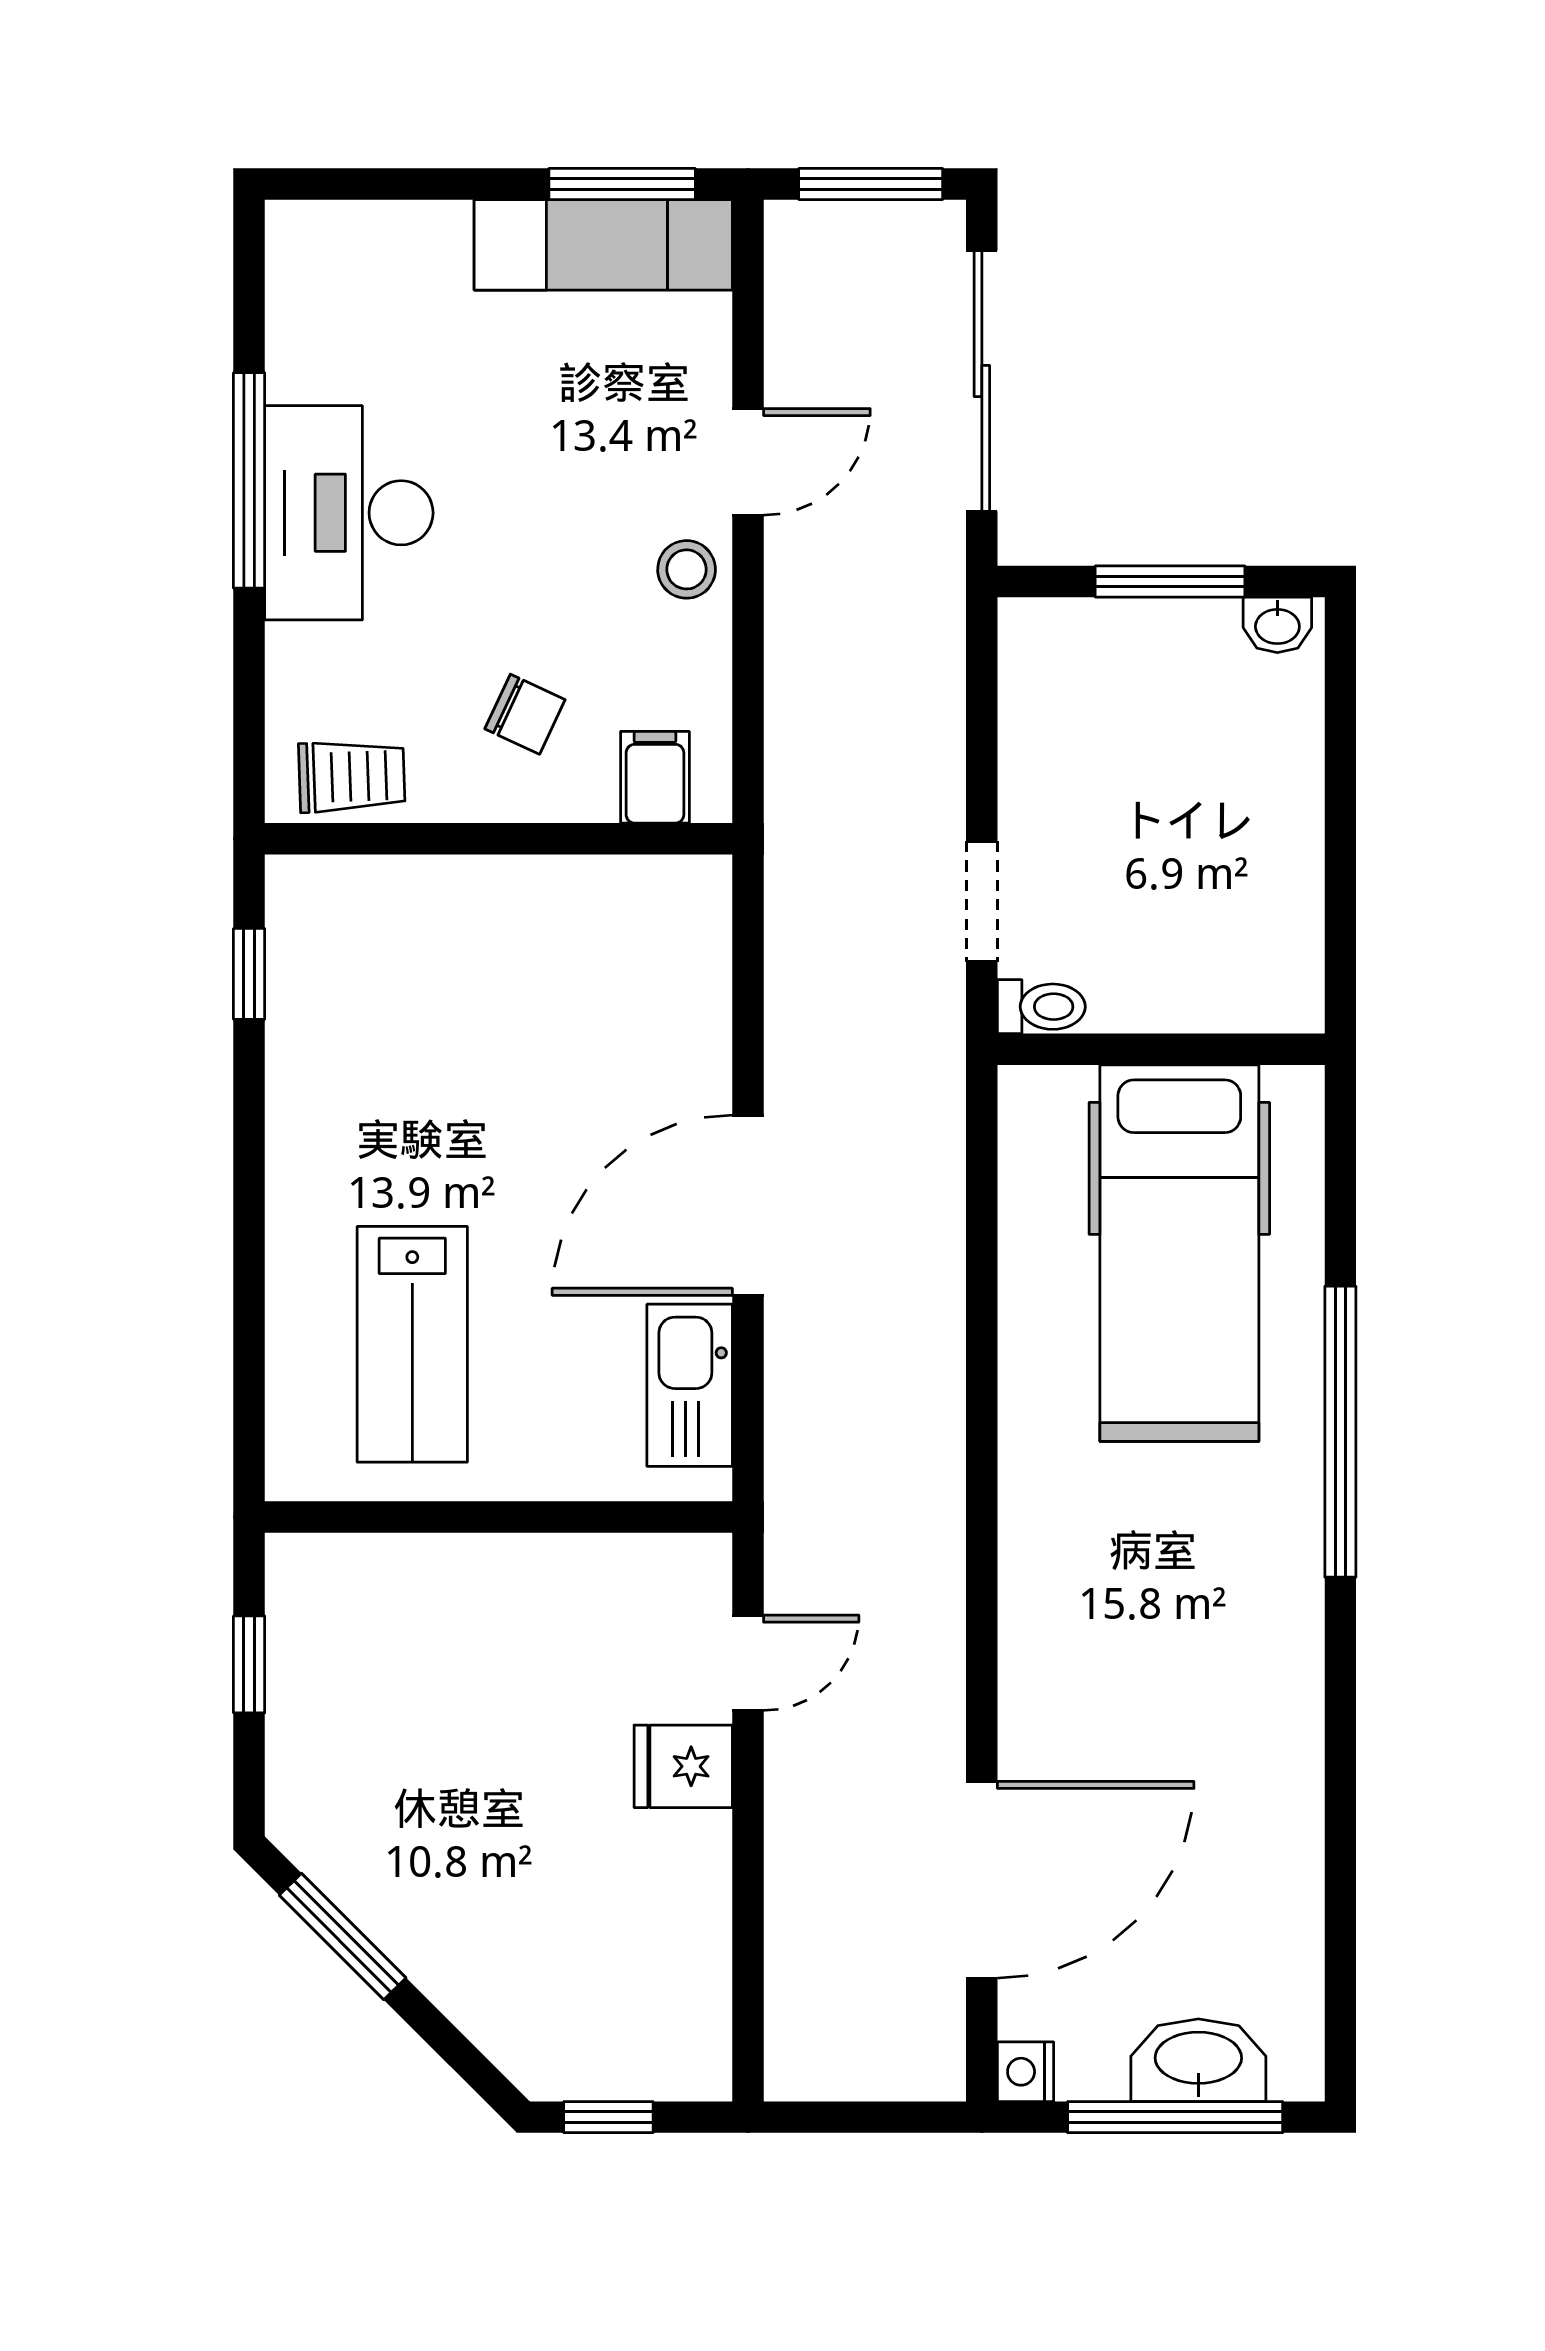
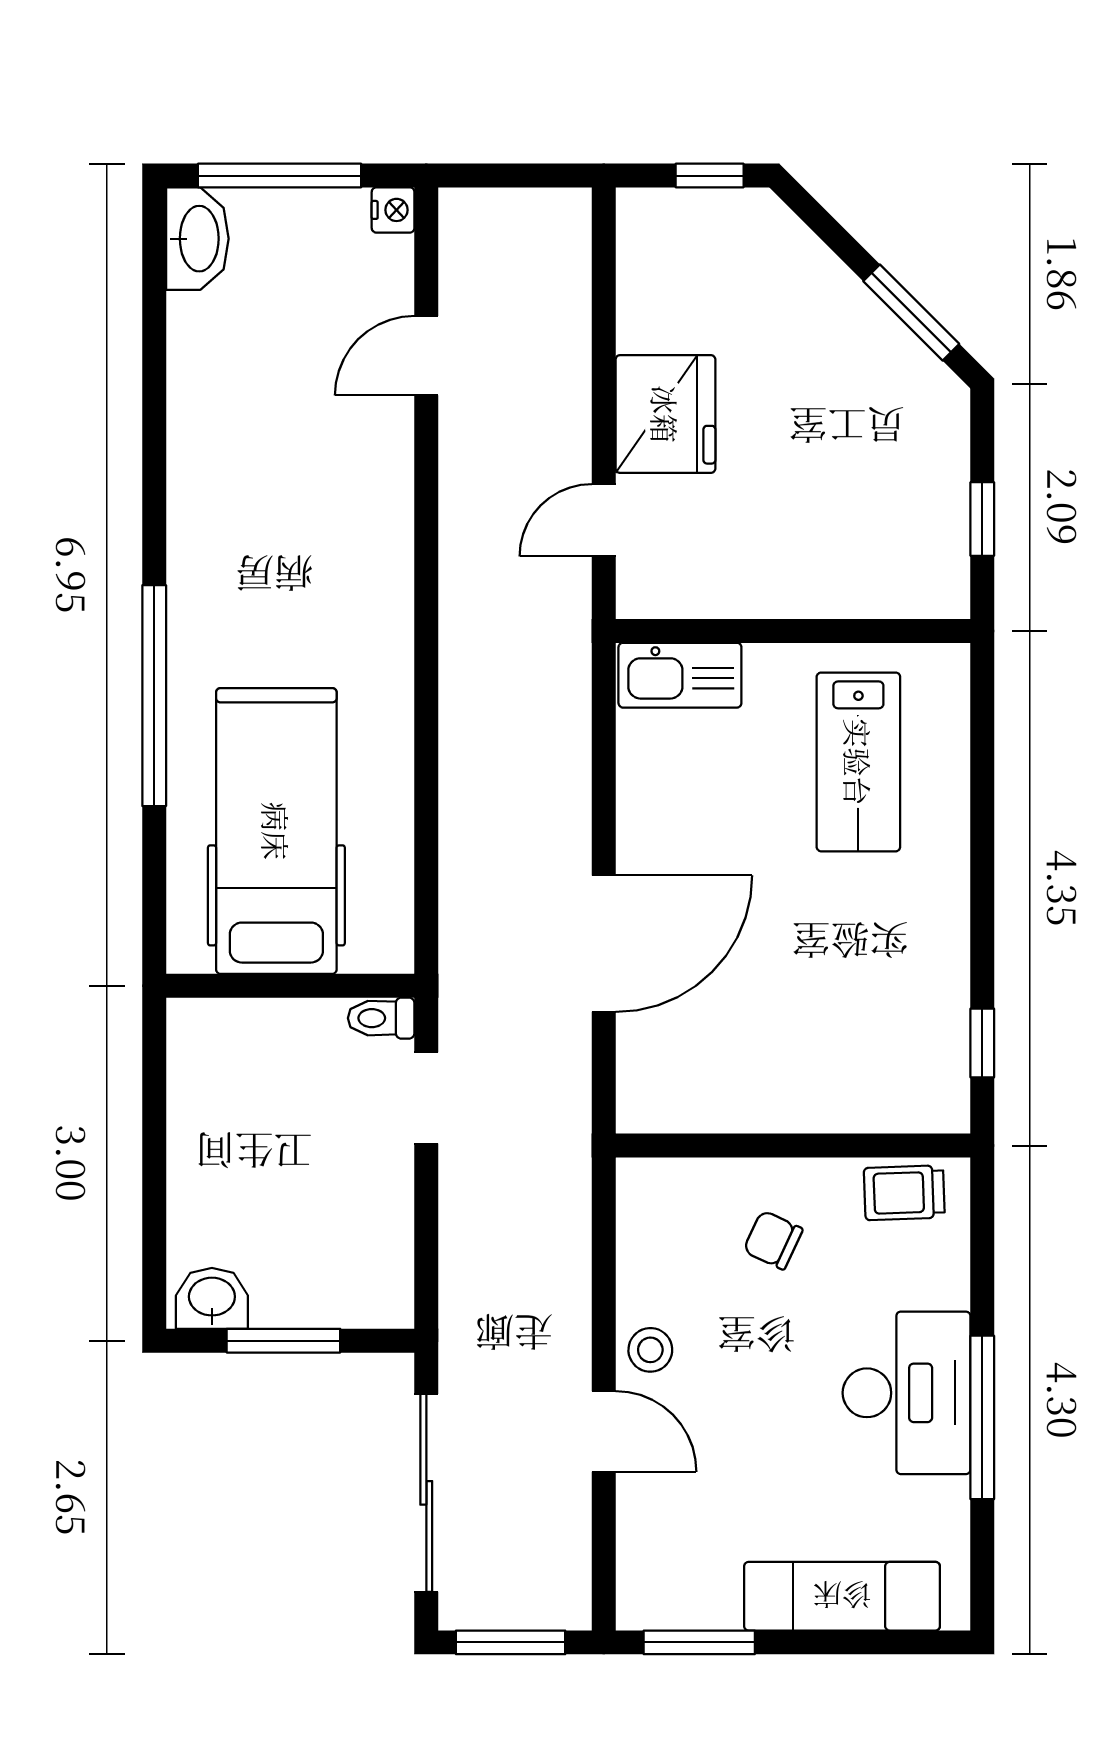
exam couch: (603, 245) -> (842, 1596), moved
door: (748, 462) -> (604, 1431), swing flipped
washbasin: (1277, 625) -> (212, 1298), width x1.38, depth x1.45
filing cabinet: (655, 777) -> (674, 1192), removed
door: (748, 1205) -> (604, 944), moved
lab bench: (412, 1344) -> (858, 762), turned 180
kitchen sink: (690, 1385) -> (680, 675), moved, turned 90
fridge: (683, 1766) -> (665, 414), width x1.88, depth x1.34
door: (982, 1880) -> (426, 356), width x0.53
washbasin: (1198, 2060) -> (197, 239), moved, turned -90

